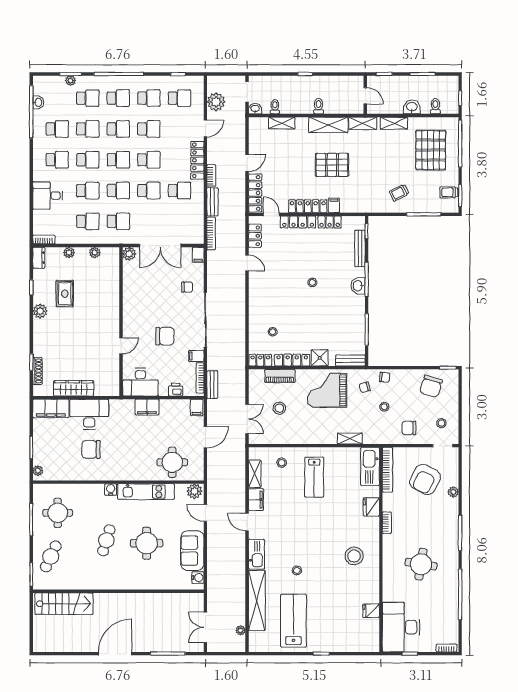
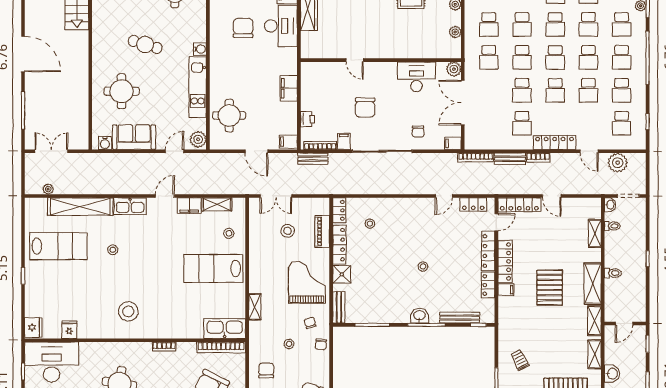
desk: (140, 382) -> (416, 77), moved, turned 90
lab bench: (314, 477) -> (213, 268), width x1.36, depth x1.39
fridge: (371, 507) -> (33, 328), moved, turned 90
round table: (147, 543) -> (122, 91), moved

